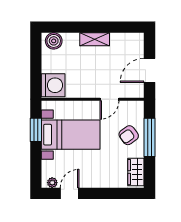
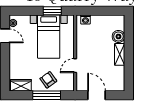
boiler: (54, 41) -> (118, 36), moved
washing machine: (53, 85) -> (85, 20), width x0.53, depth x0.53
door: (110, 99) -> (75, 66), hinge flipped

